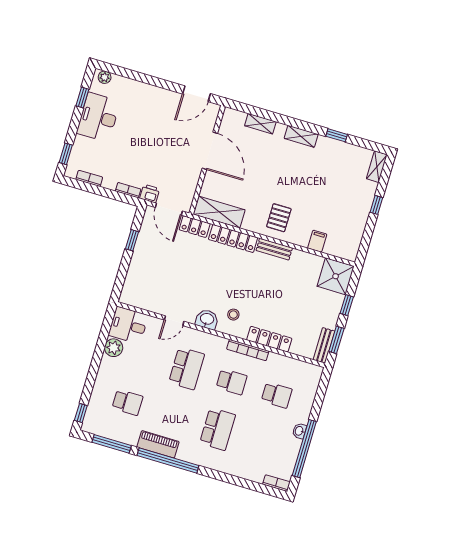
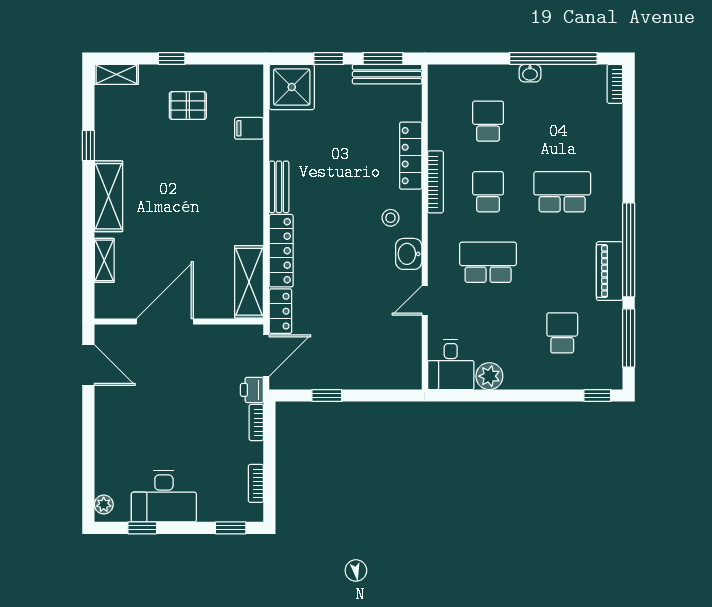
shelving: (301, 136) -> (108, 196), width x1.50, depth x1.33
pallet: (279, 218) -> (188, 106), moved
door: (174, 321) -> (425, 300), swing flipped
bench: (324, 345) -> (387, 74), width x1.36

